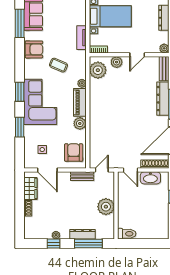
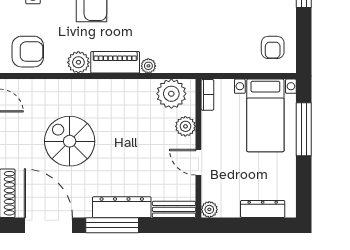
armchair: (71, 12) -> (273, 47), added
tv unit: (81, 38) -> (228, 65), removed
coffee table: (58, 65) -> (180, 25), removed
spiral stairs: (125, 129) -> (70, 141), added

